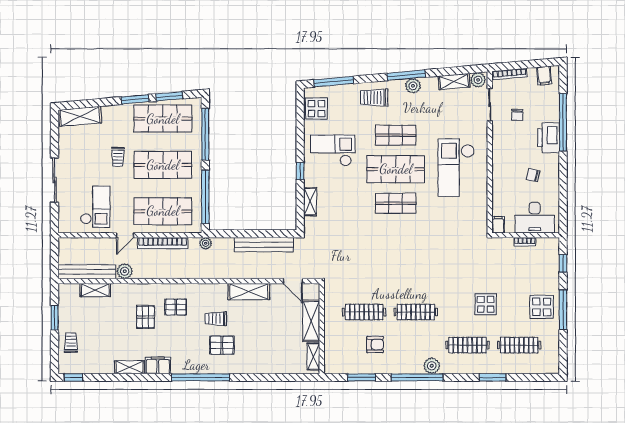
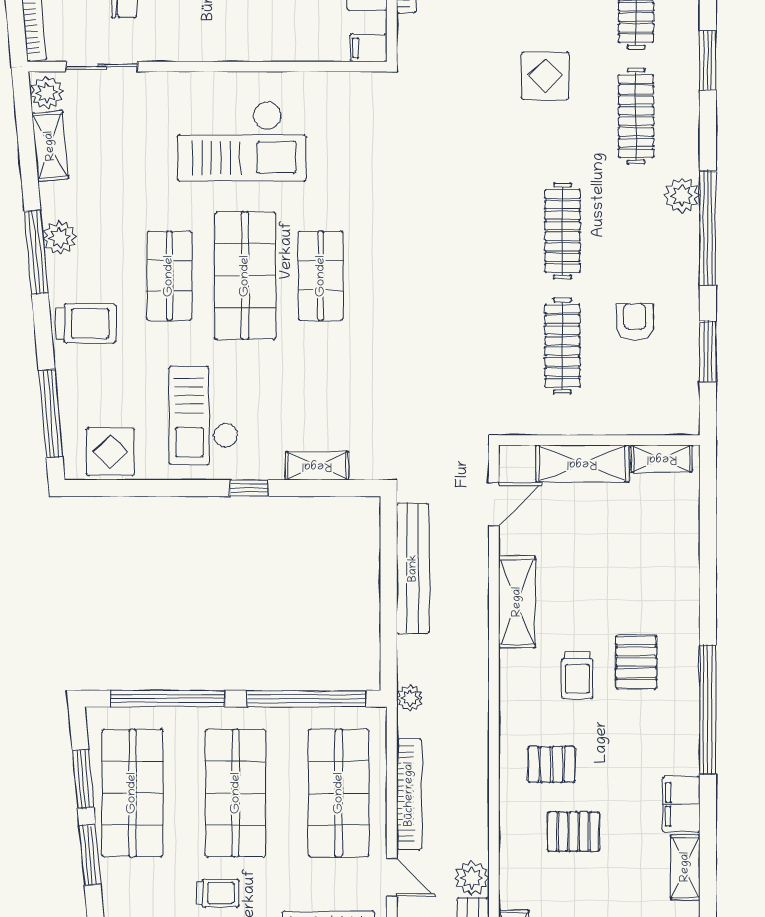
trolley: (374, 98) -> (86, 323), turned -90
pallet: (176, 307) -> (551, 764), turned 90

